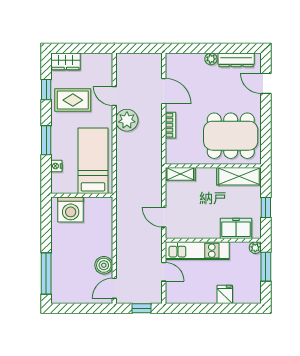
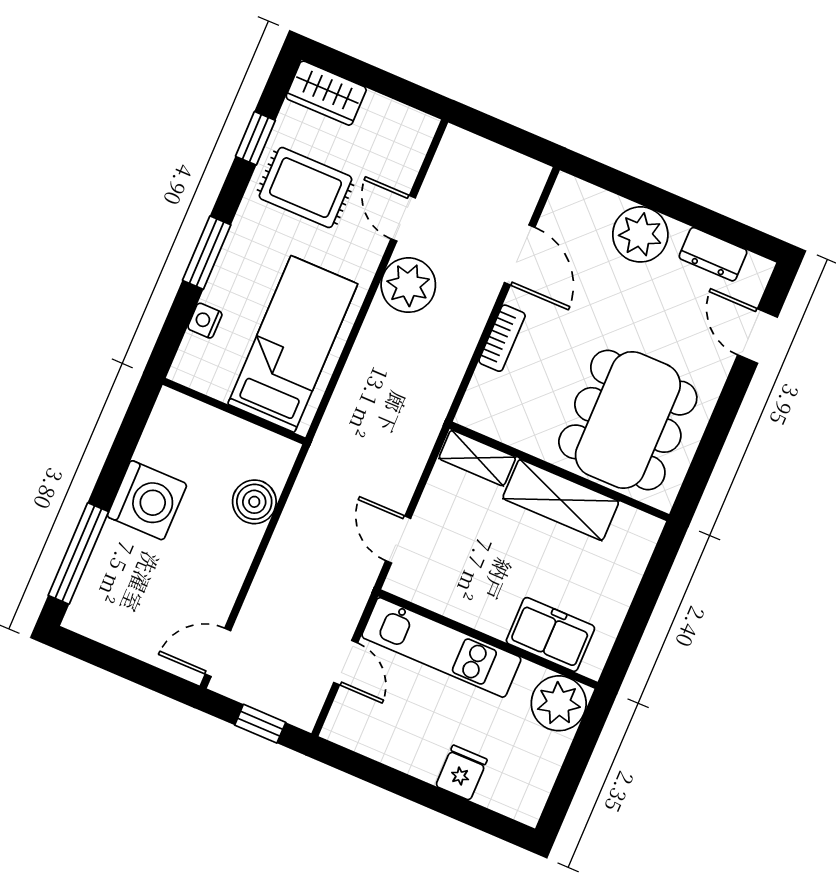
plant: (211, 59) -> (640, 234), width x1.88, depth x1.88
dresser: (236, 60) -> (713, 254), width x0.70
dining table: (231, 136) -> (628, 420), turned 90
shelving: (239, 176) -> (561, 500), moved
window: (266, 207) -> (638, 616), removed
washing machine: (71, 209) -> (147, 500), moved, turned -90
plant: (255, 248) -> (559, 703), width x1.88, depth x1.88
boiler: (104, 265) -> (254, 502), moved
window: (266, 267) -> (581, 750), removed

